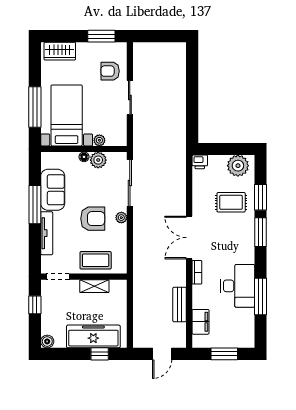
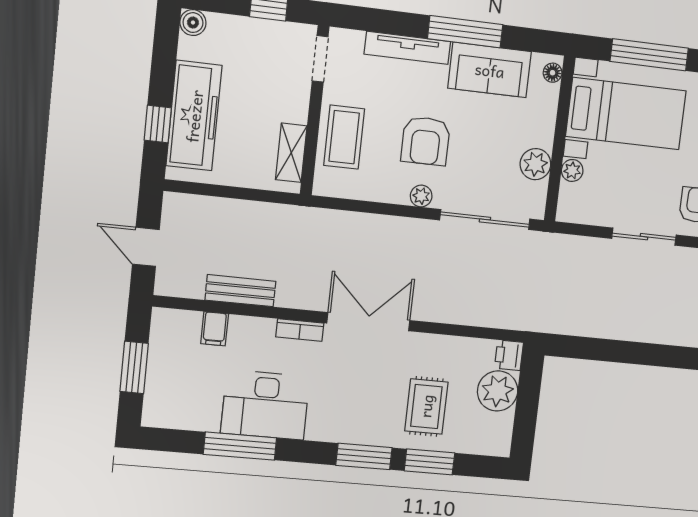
floor lamp: (84, 157) -> (553, 73), moved
plant: (238, 166) -> (498, 391), moved
shelving: (94, 286) -> (291, 153), moved
filing cabinet: (201, 322) -> (215, 329), width x0.50

